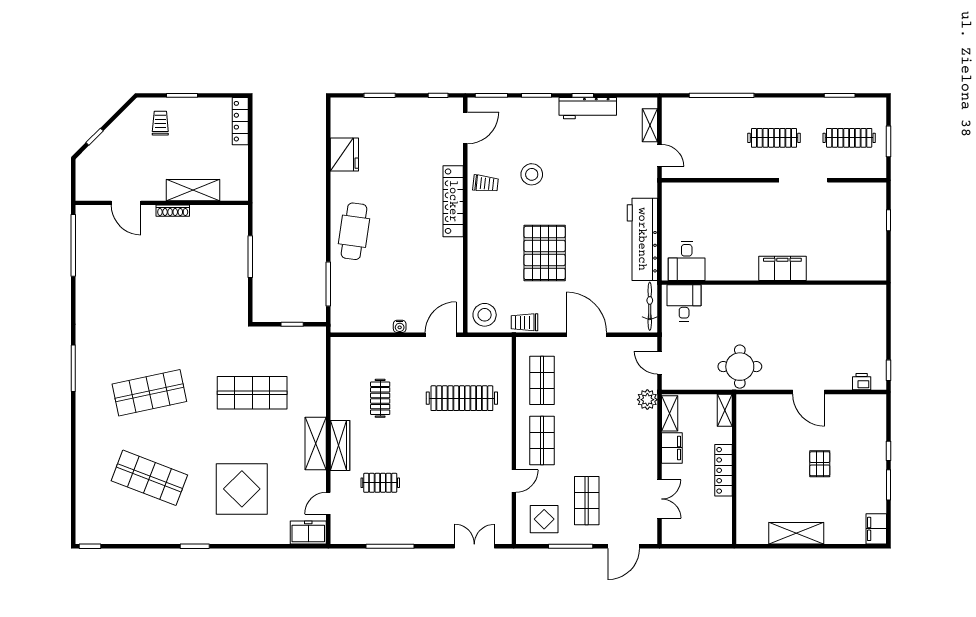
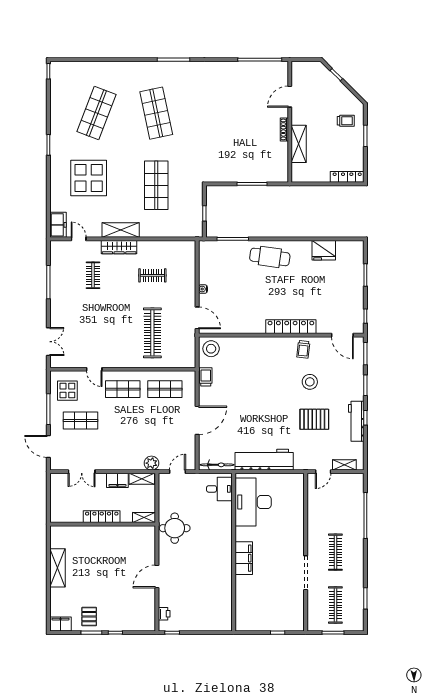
pallet: (545, 253) -> (314, 419), moved, width x0.73, depth x0.71
desk: (687, 261) -> (253, 502), width x1.87, depth x1.30
pallet: (820, 464) -> (89, 617), moved, turned 90

